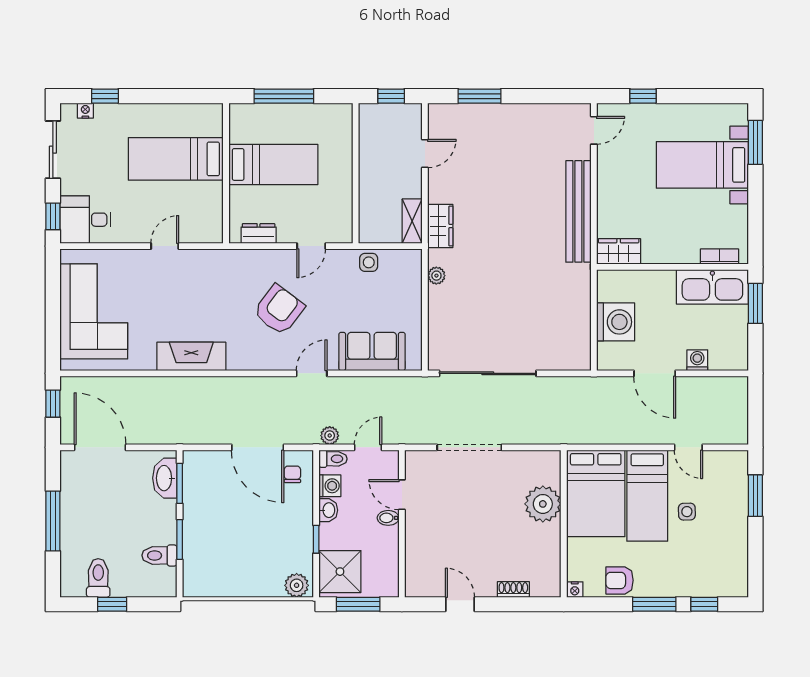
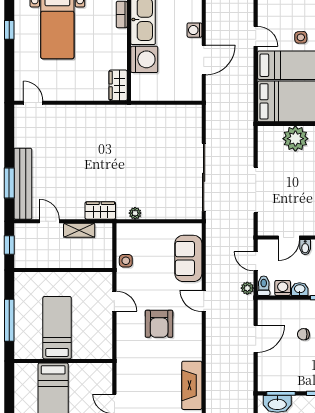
window: (643, 96) -> (9, 30), moved
bench: (578, 211) -> (23, 184), moved, turned 90
shelving: (412, 221) -> (79, 230), moved
dresser: (259, 233) -> (105, 338), removed
armchair: (279, 310) -> (159, 324), turned -127
washing machine: (616, 322) -> (144, 59), moved, turned 90
door: (258, 447) -> (256, 339), width x0.73
door: (688, 447) -> (256, 36), hinge flipped
chair: (292, 474) -> (303, 334), moved

